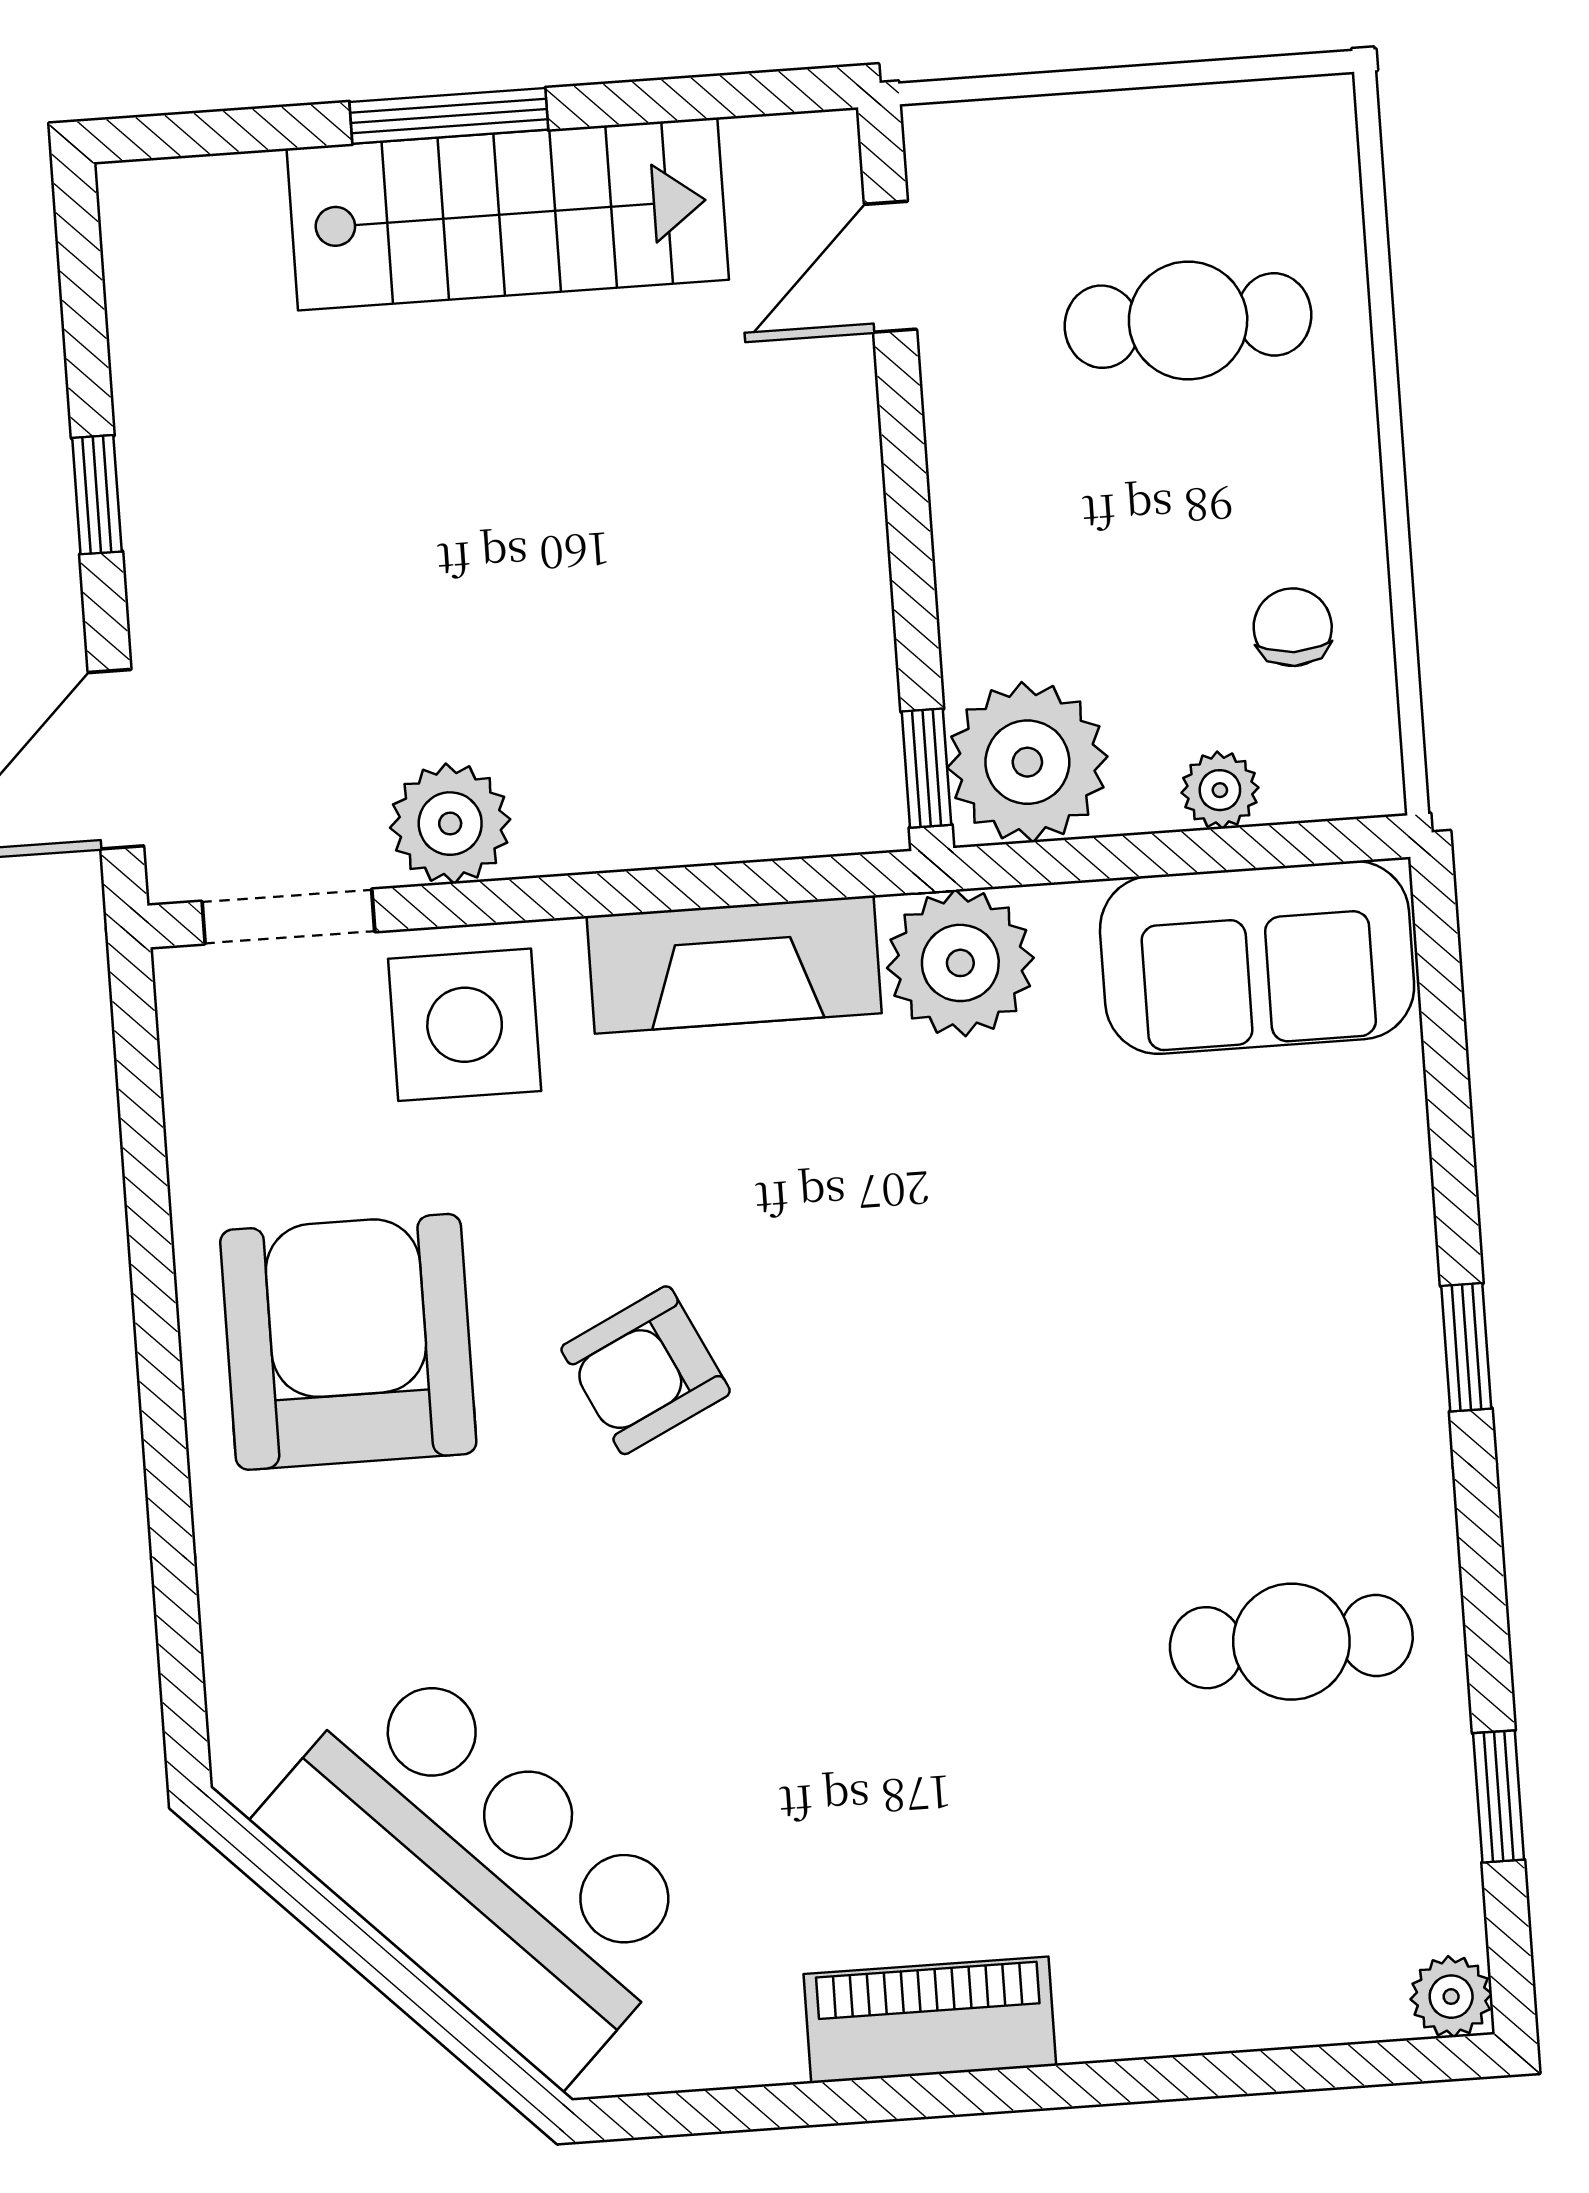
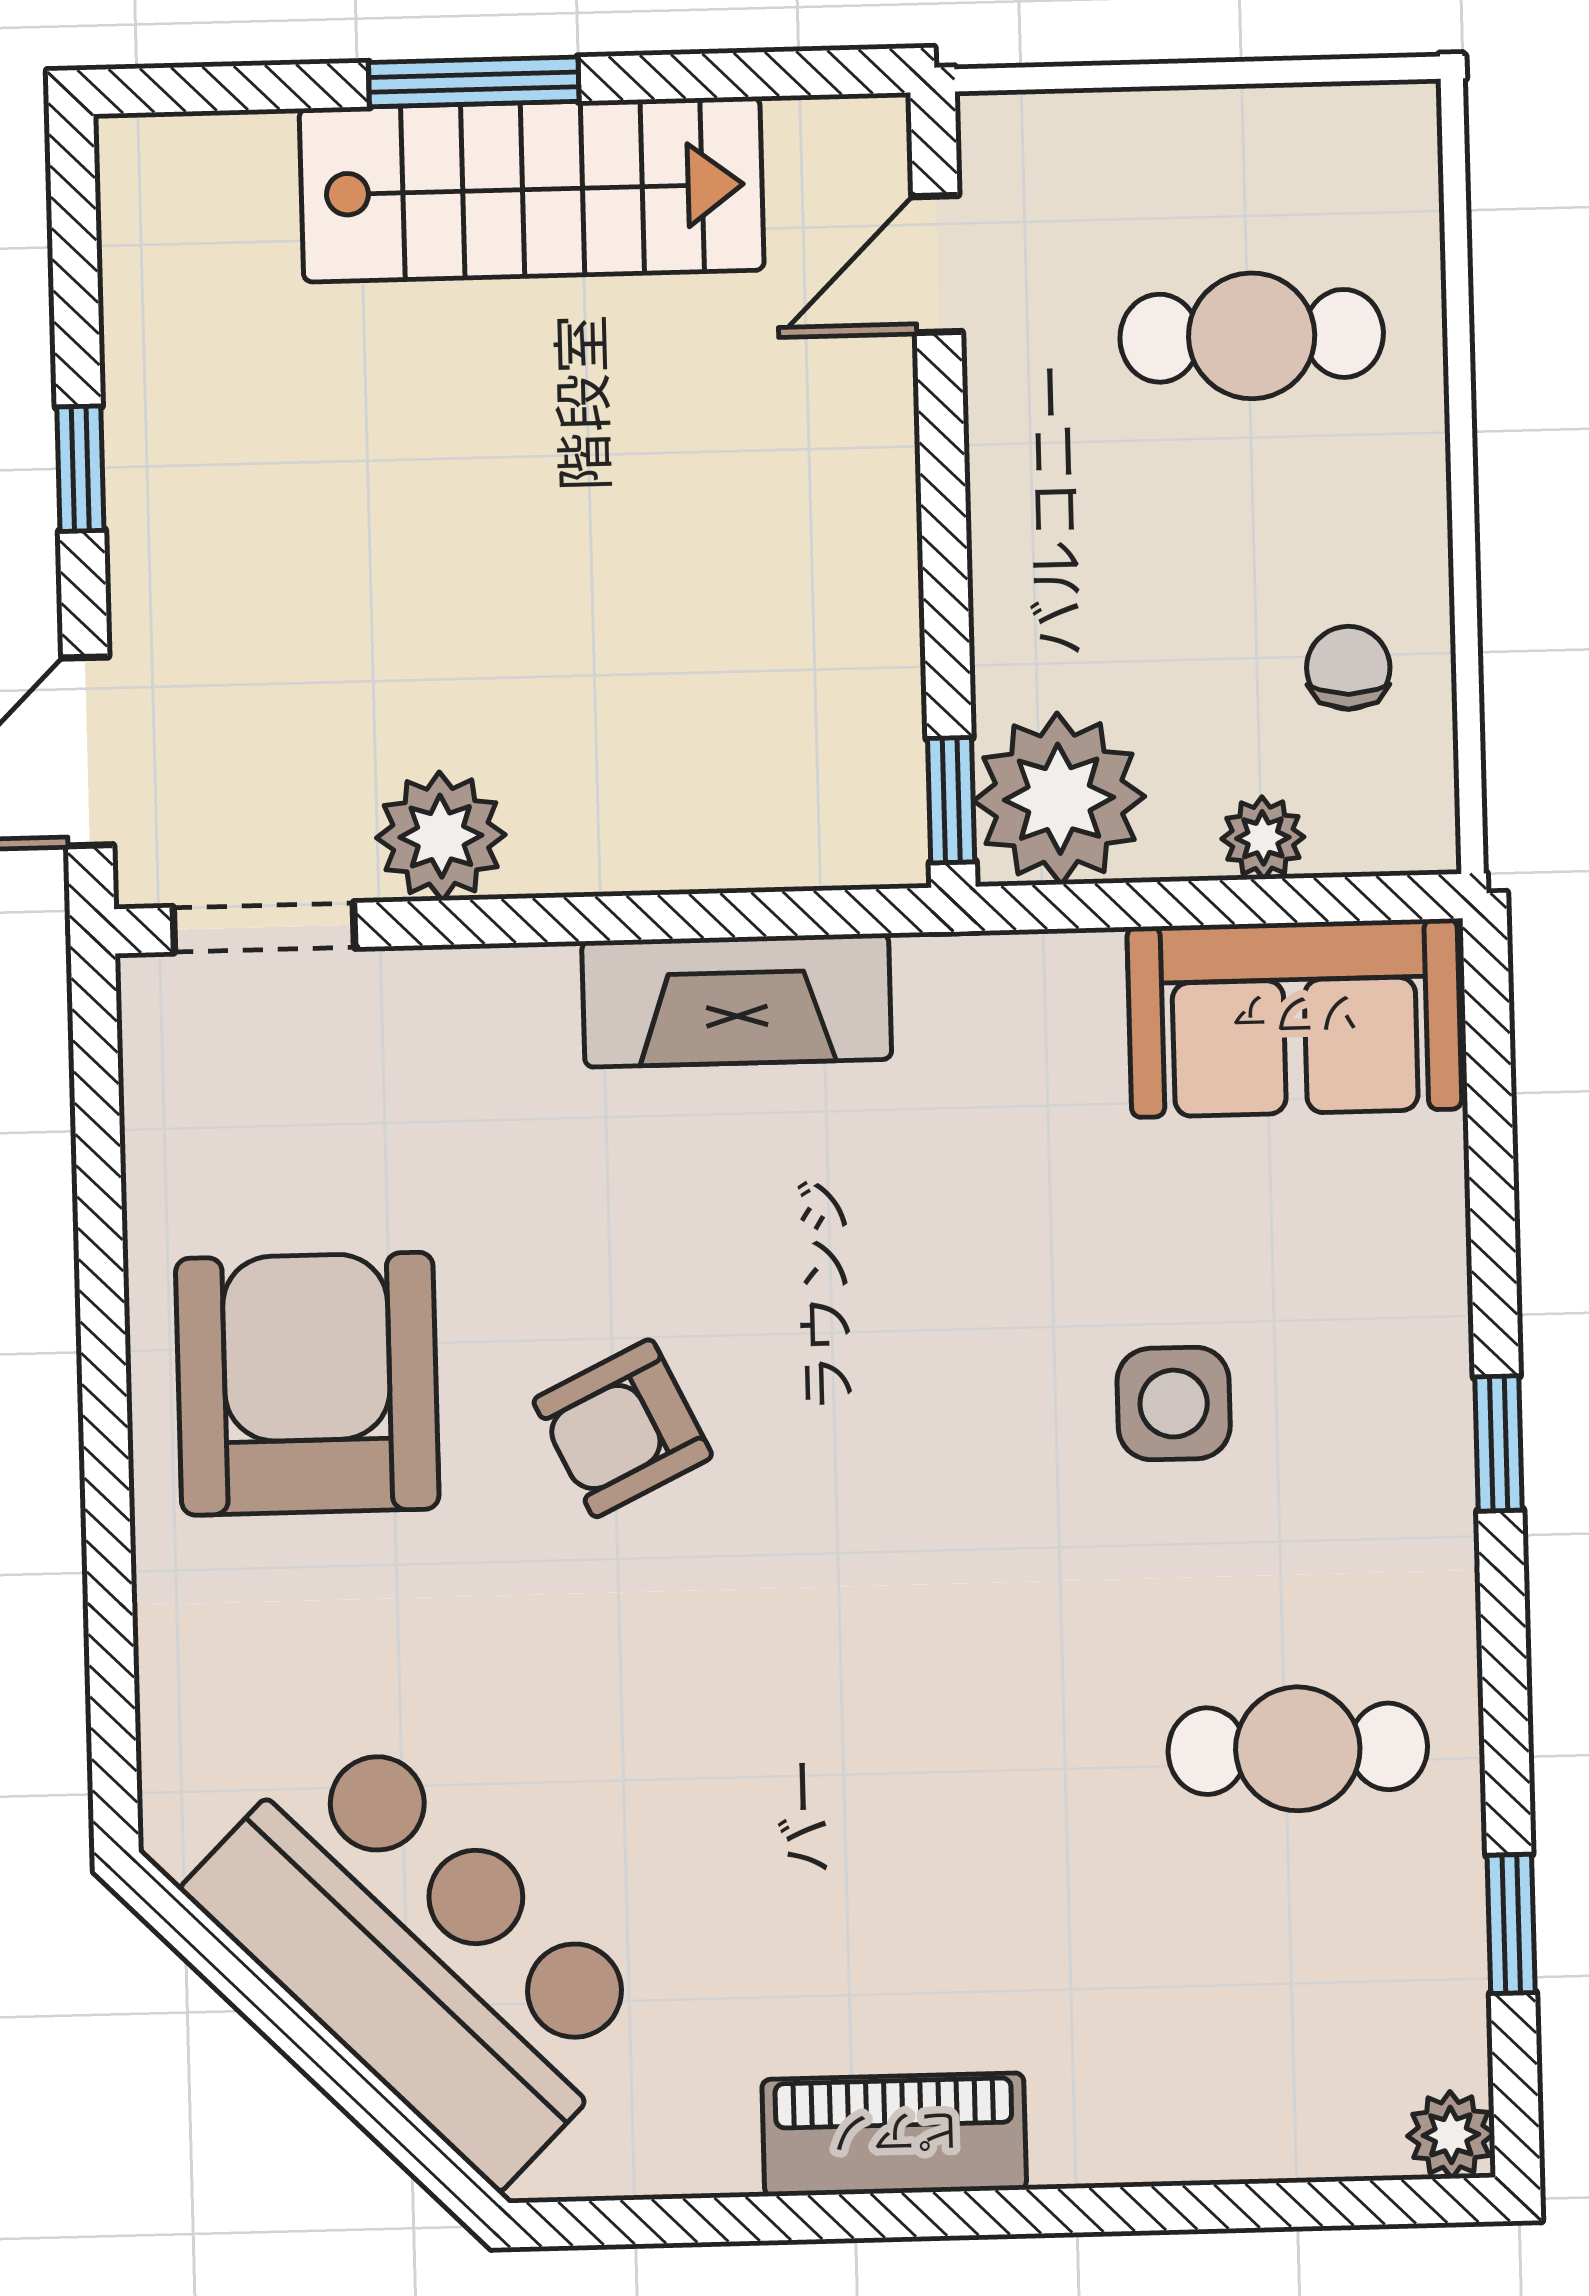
plant: (960, 963) -> (978, 1010), removed
side table: (465, 1025) -> (1174, 1404), moved, width x0.73, depth x0.73

